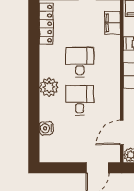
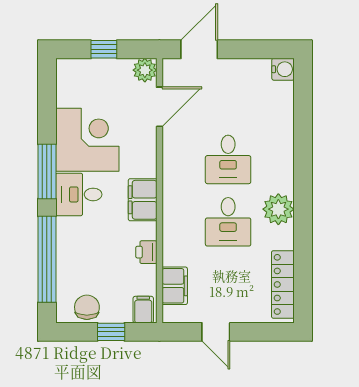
plant: (49, 87) -> (278, 209), moved
water cooler: (46, 128) -> (283, 69), moved

